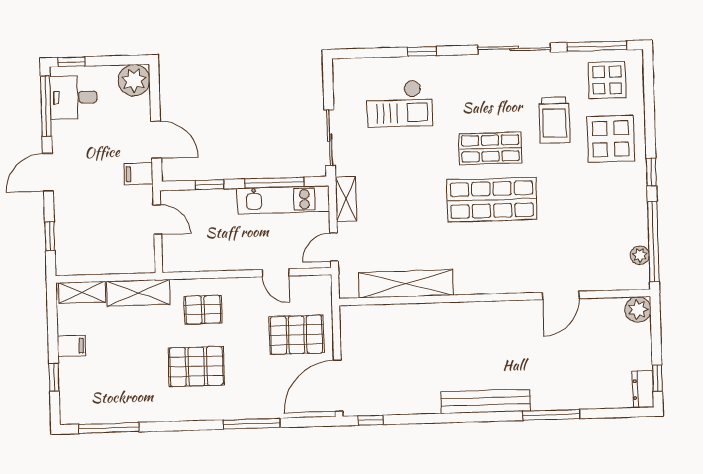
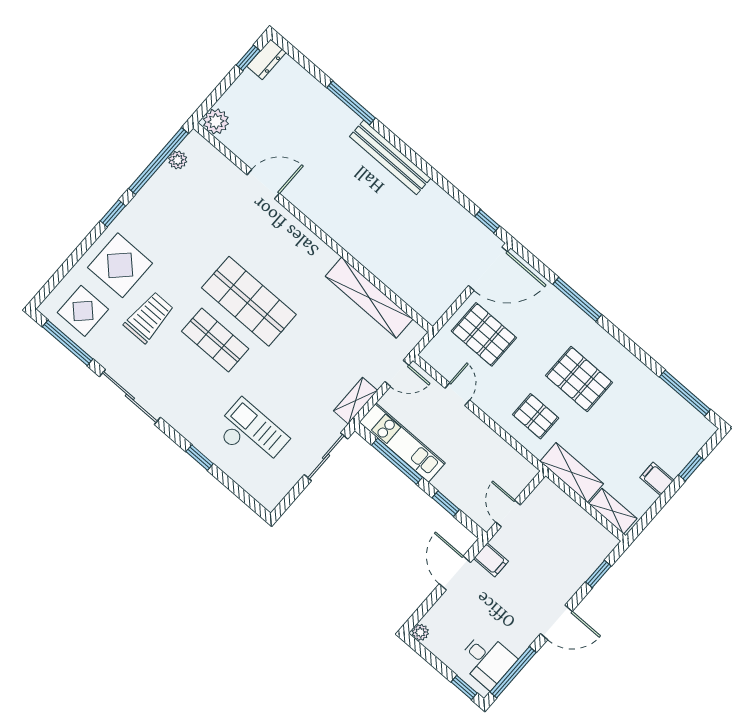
plant: (134, 80) -> (420, 632), width x0.53, depth x0.53

